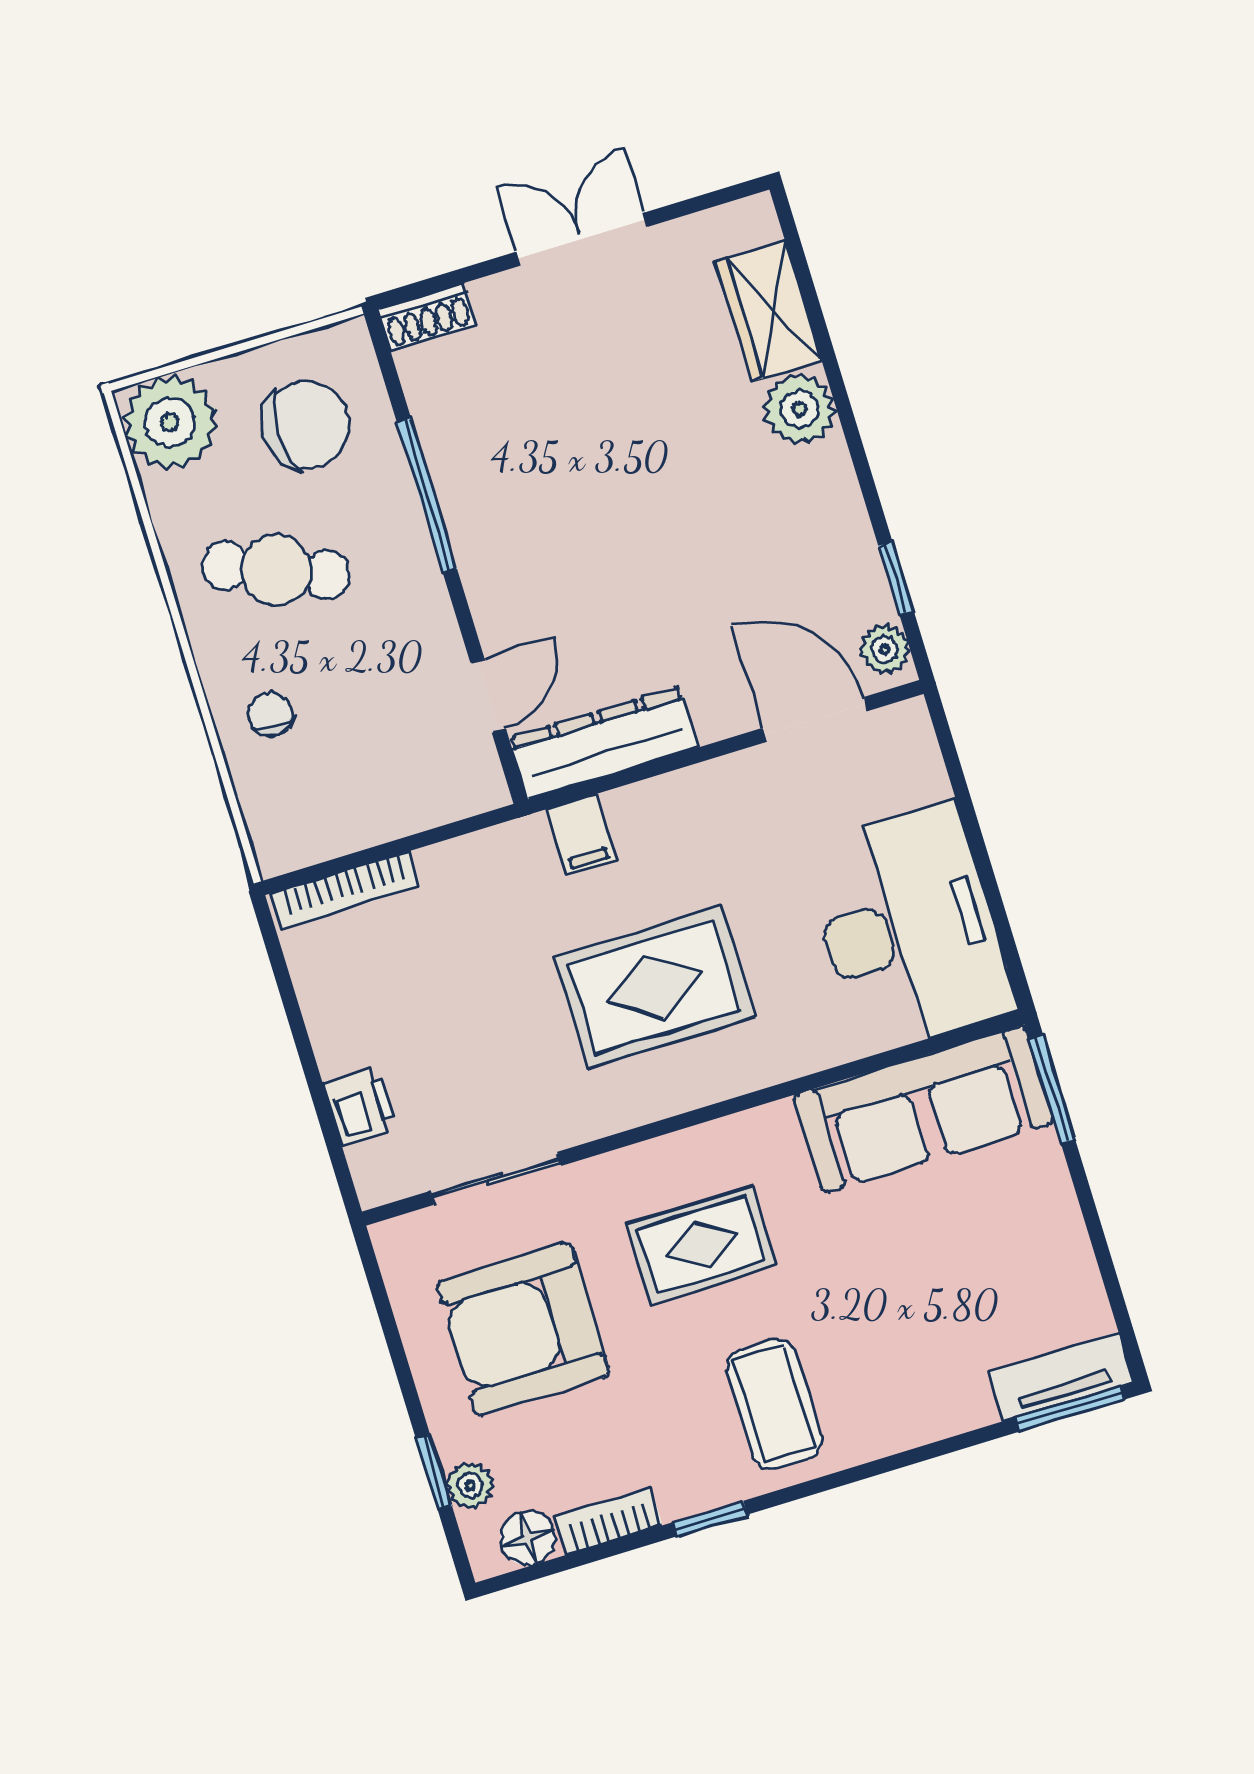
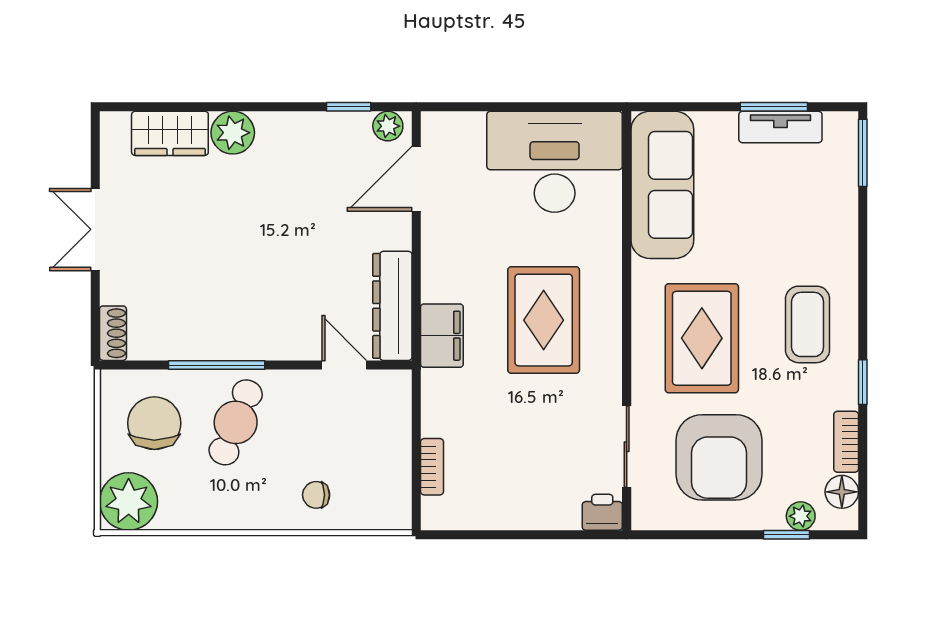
cafe table: (276, 570) -> (236, 422), moved
filing cabinet: (581, 835) -> (442, 336), width x2.00
bookcase: (345, 890) -> (432, 467), width x0.64
window: (1052, 1089) -> (774, 107), moved
printer: (361, 1106) -> (602, 512), moved
rug: (702, 1245) -> (702, 338), width x1.36, depth x1.43
tv unit: (1061, 1376) -> (780, 127), moved, turned -90
coffee table: (774, 1404) -> (808, 324), turned 90

